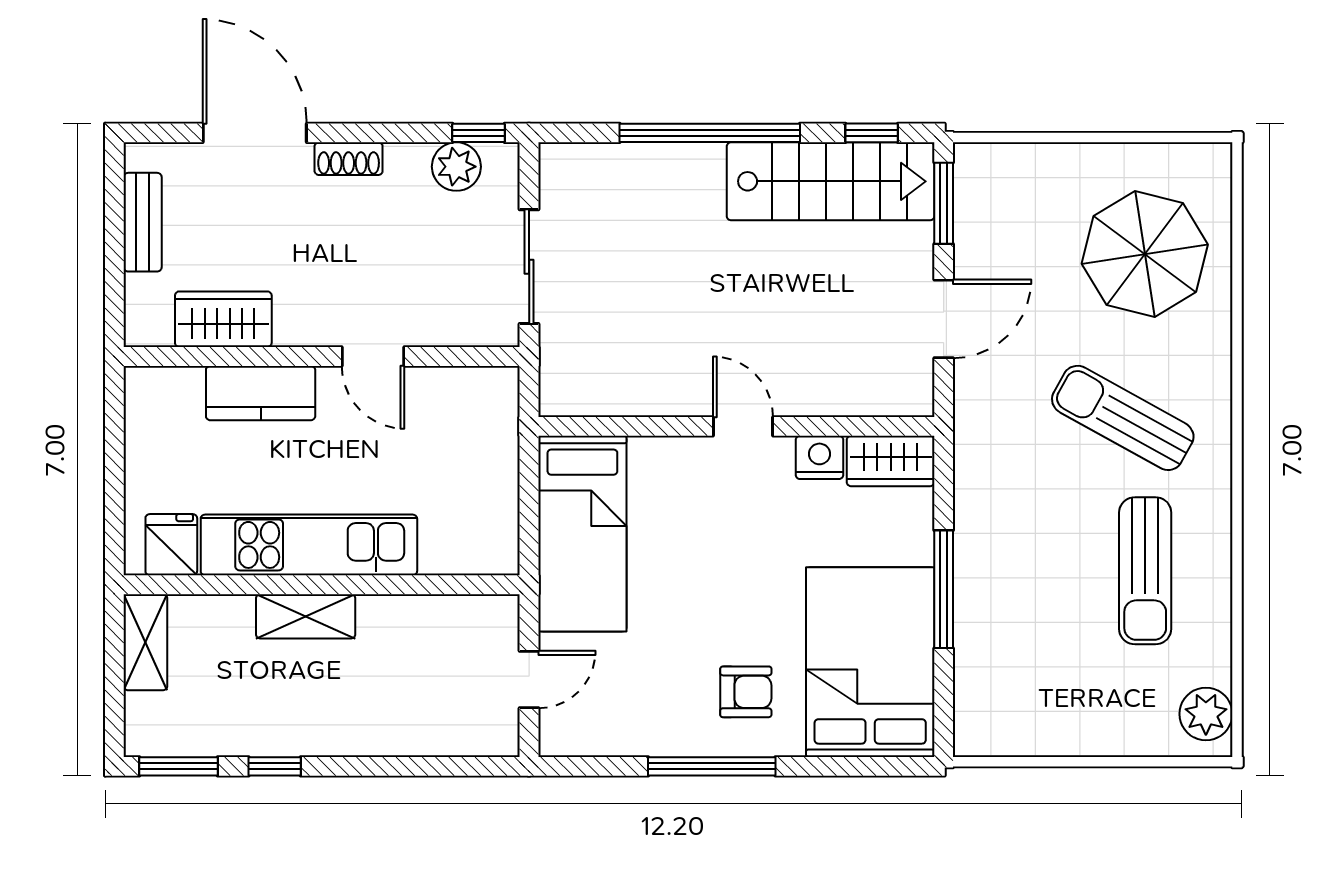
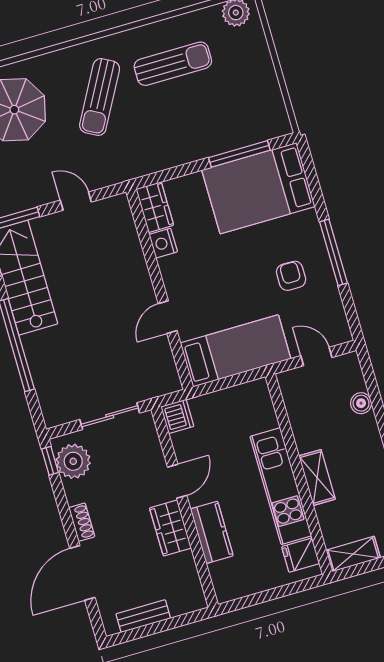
plant: (456, 167) -> (73, 461), width x1.36, depth x1.36
wardrobe: (223, 319) -> (170, 528), moved
door: (944, 319) -> (76, 201), width x0.73
dishwasher: (493, 391) -> (177, 416), added
door: (743, 426) -> (168, 317), moved
window: (944, 589) -> (239, 154), moved
armchair: (746, 692) -> (291, 276), moved
boiler: (419, 737) -> (361, 403), added

